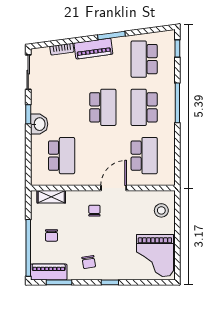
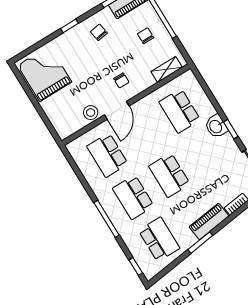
school desk: (144, 107) -> (133, 197), turned 180
stool: (161, 210) -> (91, 113), moved

